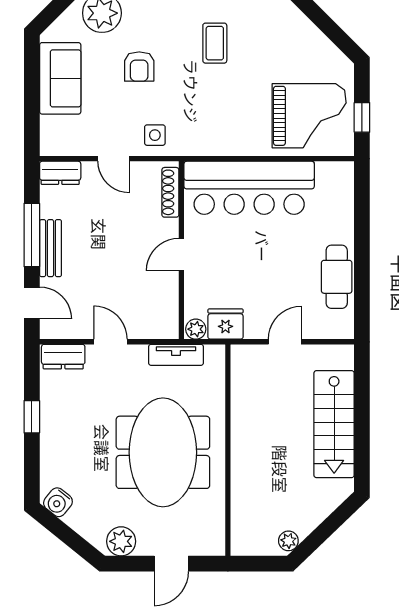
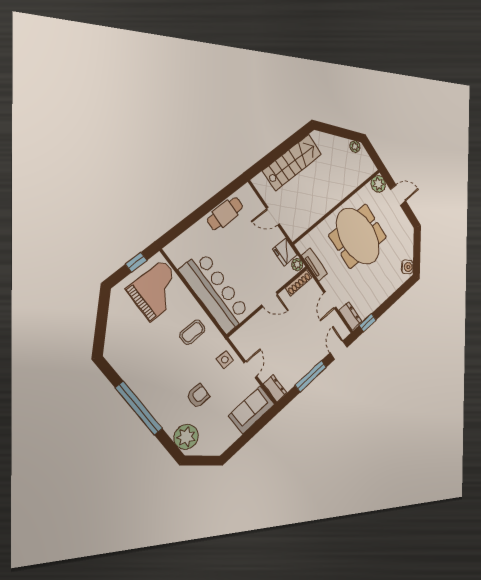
coffee table: (215, 43) -> (192, 332), moved
sofa: (60, 78) -> (252, 410), moved
grand piano: (309, 116) -> (157, 291), turned 91
shoe rack: (170, 192) -> (299, 283), moved
bench: (50, 248) -> (310, 363), removed
window: (32, 417) -> (368, 323), moved
meeting table: (163, 452) -> (358, 236), turned 90
plant: (121, 541) -> (378, 184), moved

